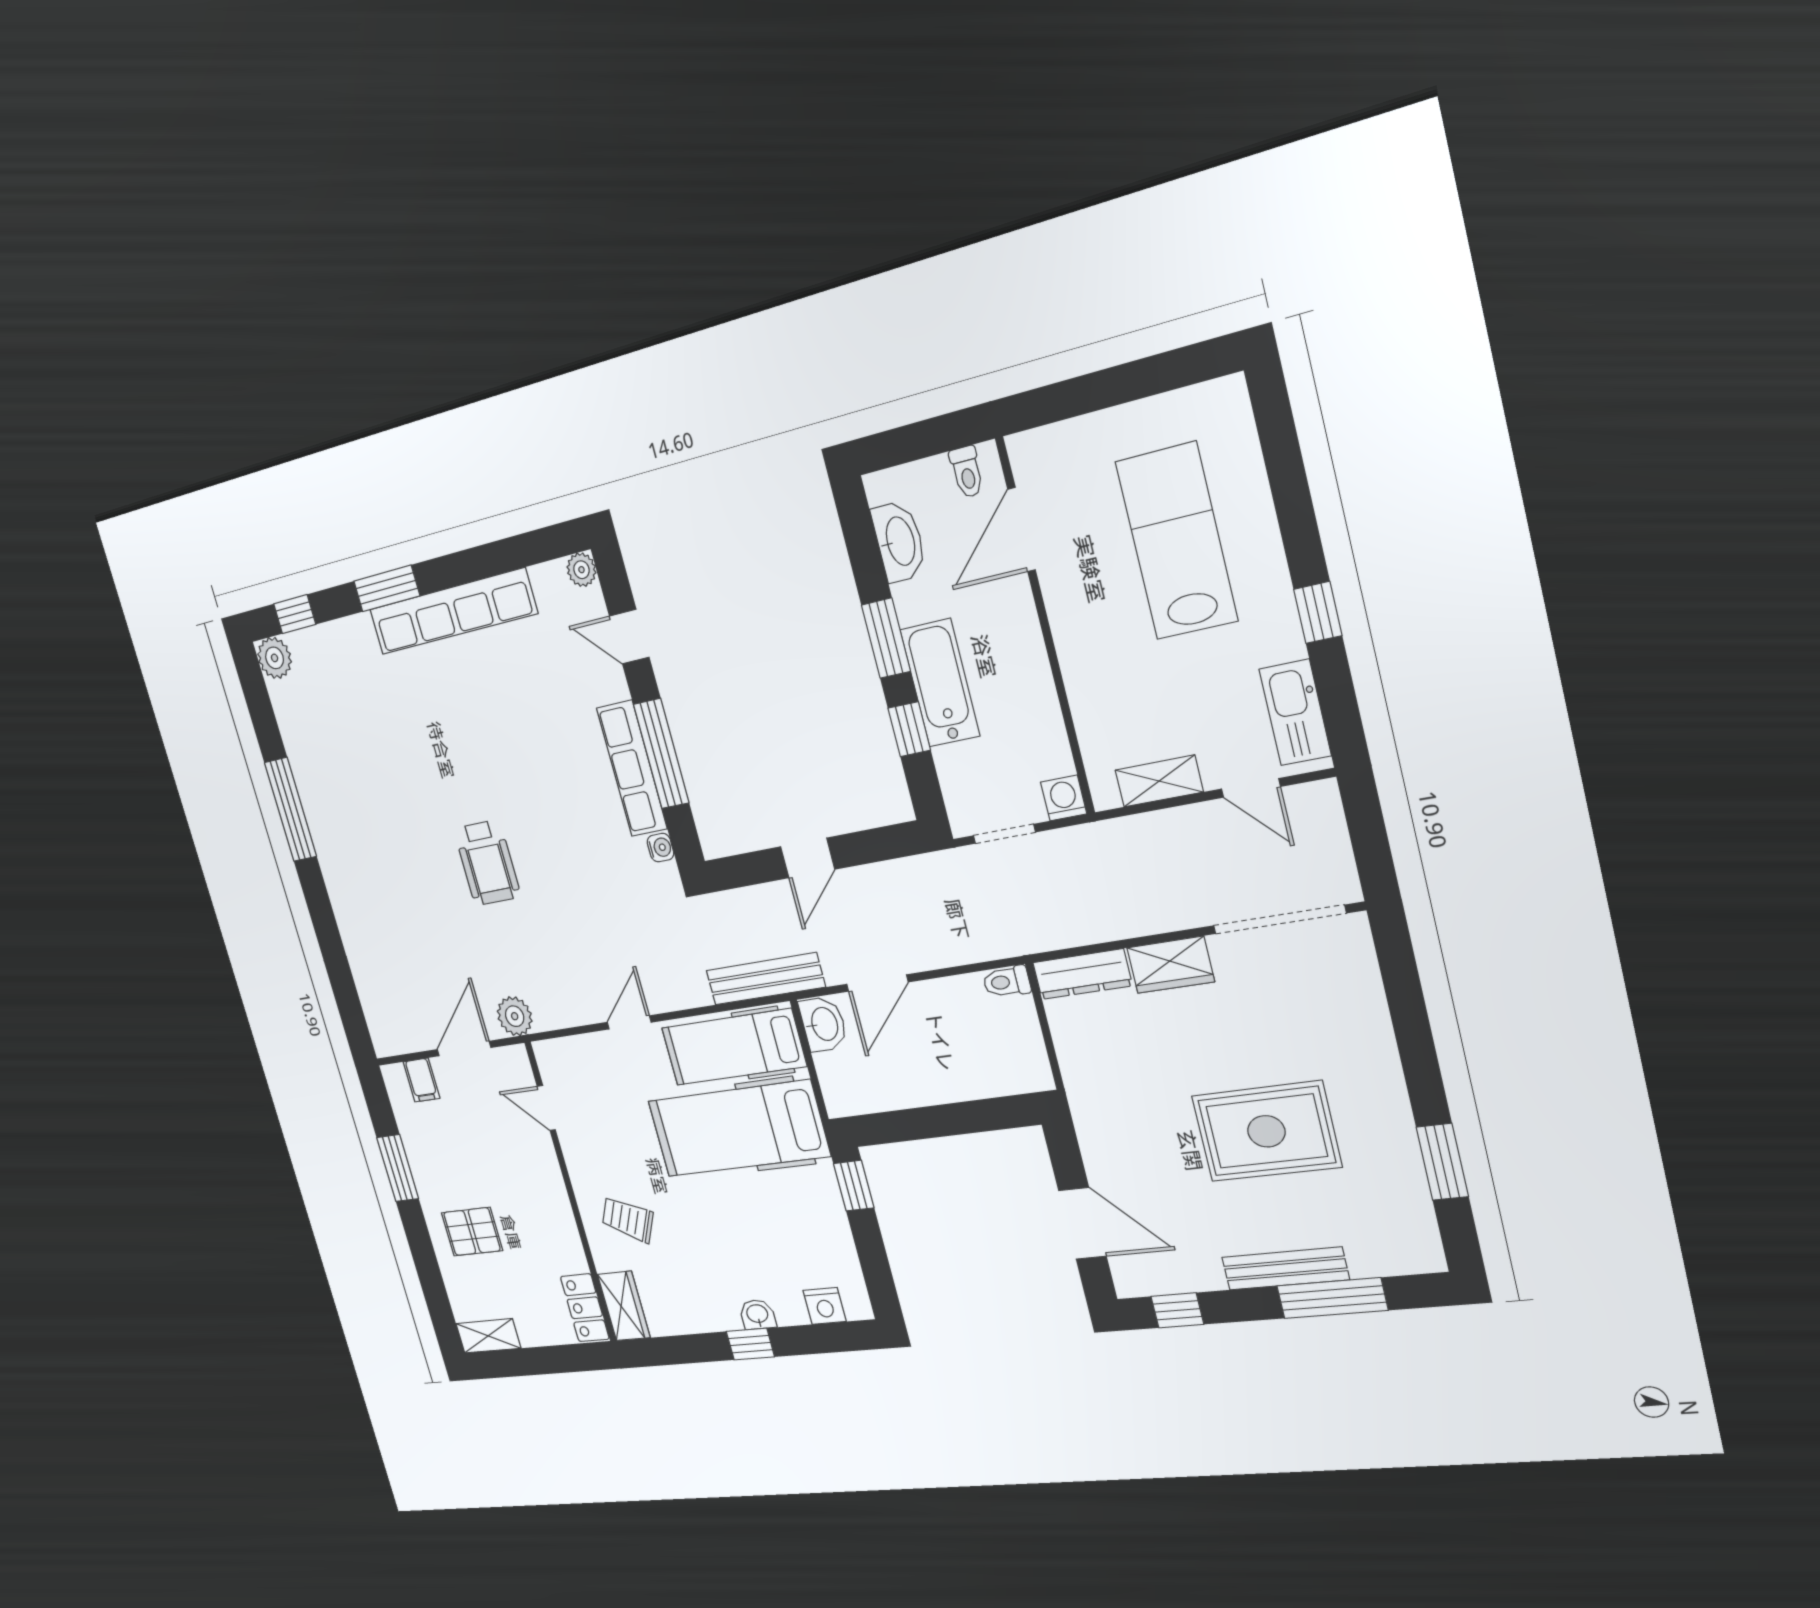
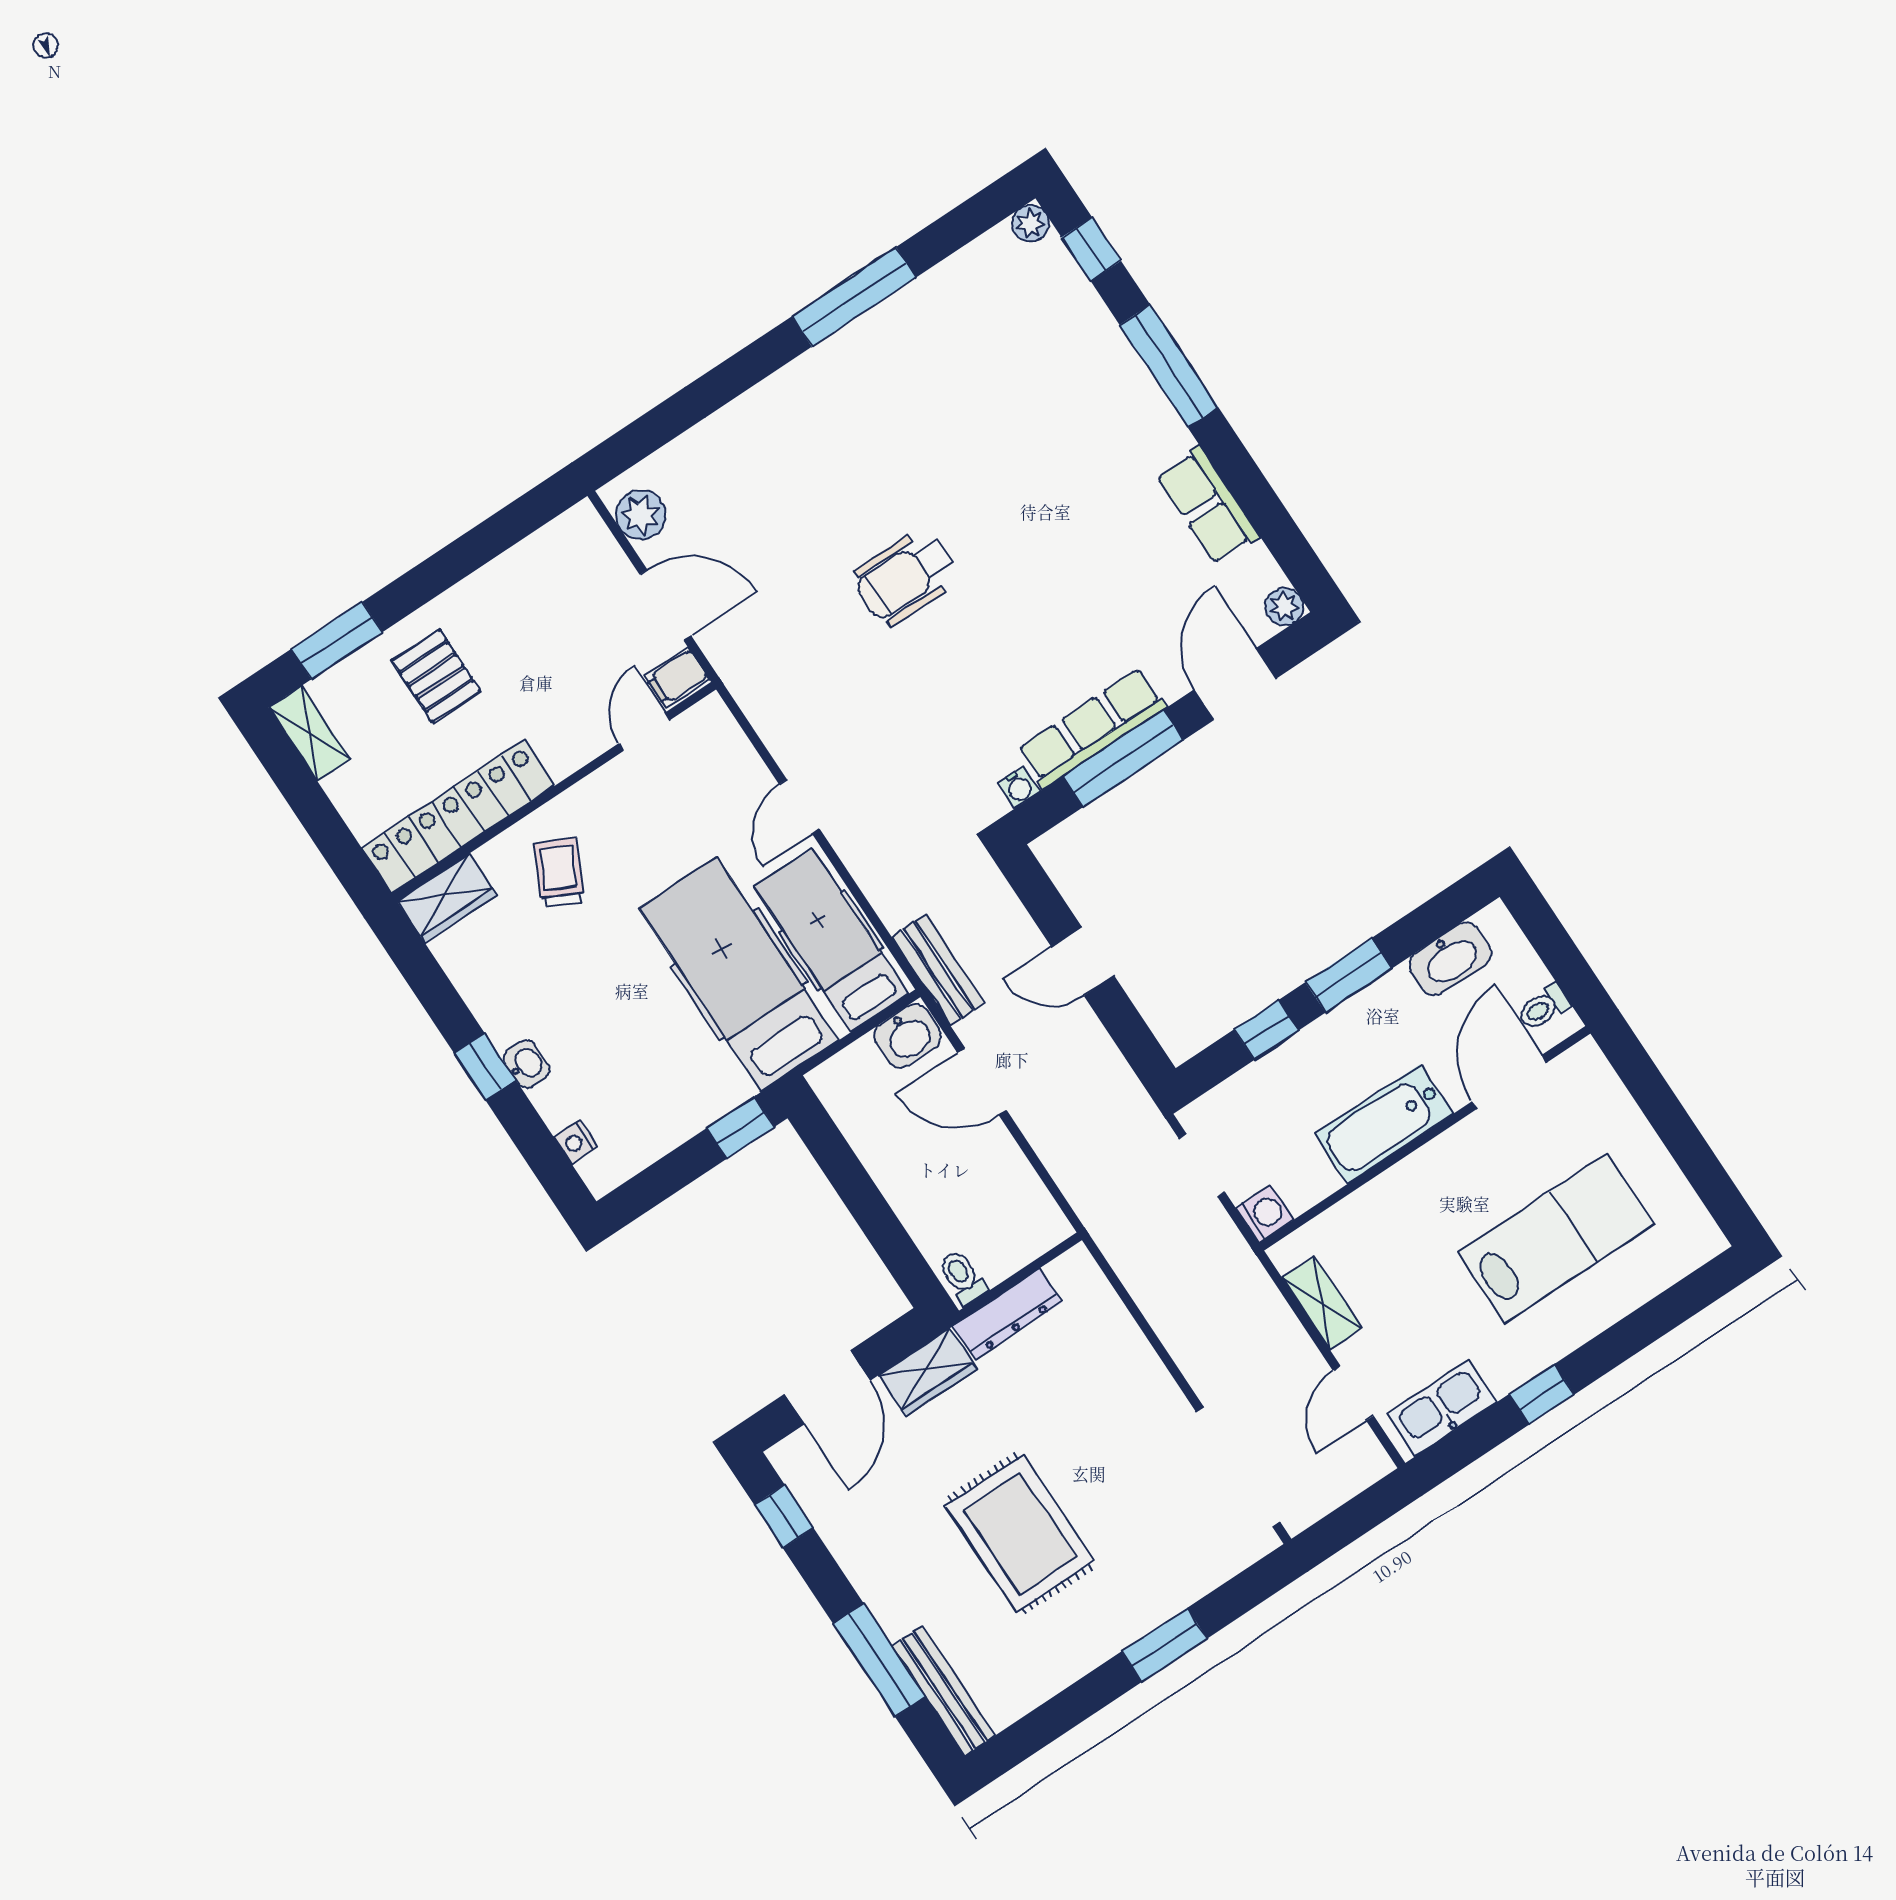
door: (1022, 530) -> (1509, 1082), hinge flipped
window: (387, 588) -> (1169, 366), width x1.44
row of seats: (453, 612) -> (1208, 506), width x0.50
door: (629, 637) -> (1235, 684), width x1.38
plant: (275, 658) -> (1030, 223), width x0.73, depth x0.73
bathtub: (940, 683) -> (1384, 1124), moved, turned 180
wardrobe: (1171, 965) -> (928, 1372), moved, turned -90
dresser: (1082, 974) -> (1007, 1314), moved, turned -90
bench: (765, 979) -> (938, 970), width x0.73
toilet: (1007, 982) -> (962, 1277), moved
plant: (515, 1016) -> (641, 515), moved
door: (629, 1022) -> (799, 807), swing flipped
filing cabinet: (422, 1080) -> (677, 678), moved
window: (1442, 1162) -> (1164, 1645), moved
window: (398, 1168) -> (337, 640), moved
bench: (1285, 1268) -> (944, 1691), moved
nightstand: (825, 1306) -> (576, 1142), width x0.72, depth x0.74
locker: (585, 1308) -> (458, 817), width x2.16, depth x1.21

